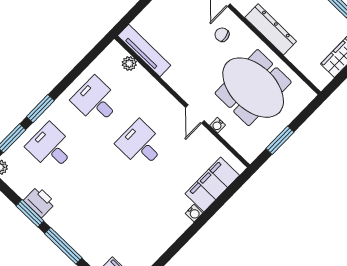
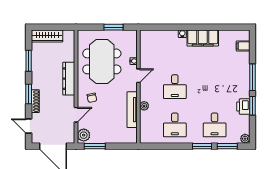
tv unit: (144, 51) -> (132, 110), moved
plant: (129, 63) -> (144, 106), moved
filing cabinet: (212, 184) -> (203, 38), moved

